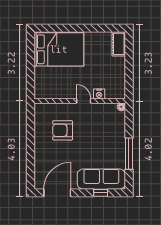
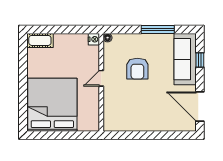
bed: (59, 49) -> (52, 105), width x1.36
nightstand: (99, 94) -> (94, 39), moved
armchair: (63, 130) -> (137, 69), moved

